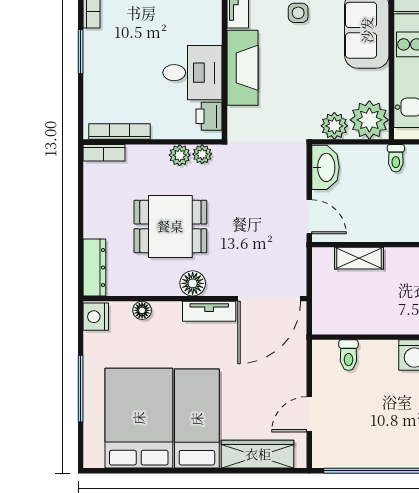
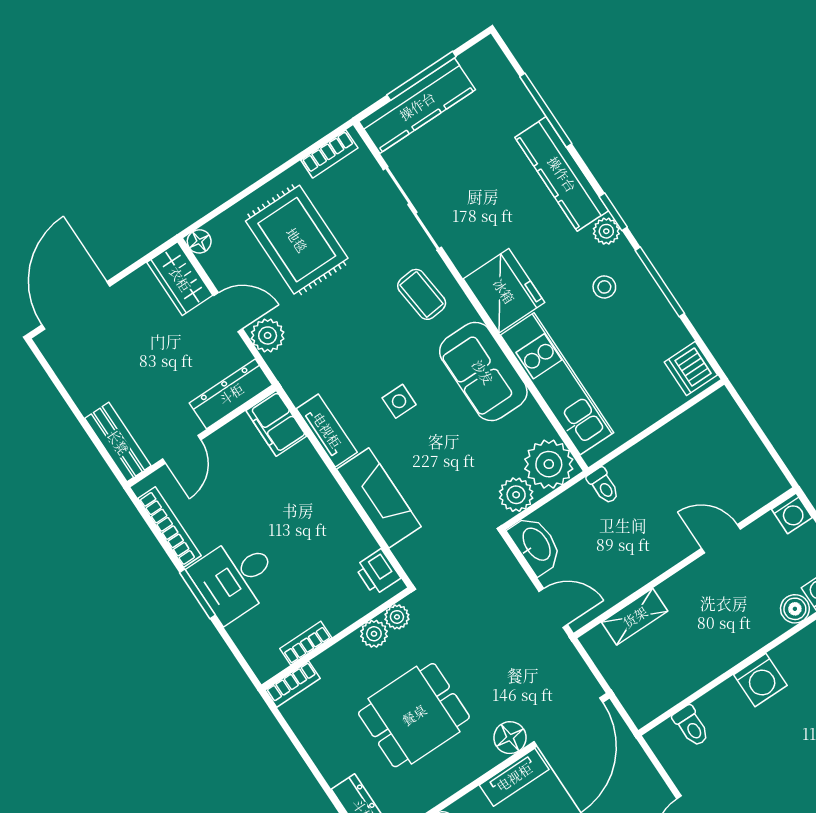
desk: (192, 73) -> (235, 578), moved, turned 180
bookcase: (120, 132) -> (306, 643), width x0.64
floor lamp: (193, 283) -> (510, 738), moved

